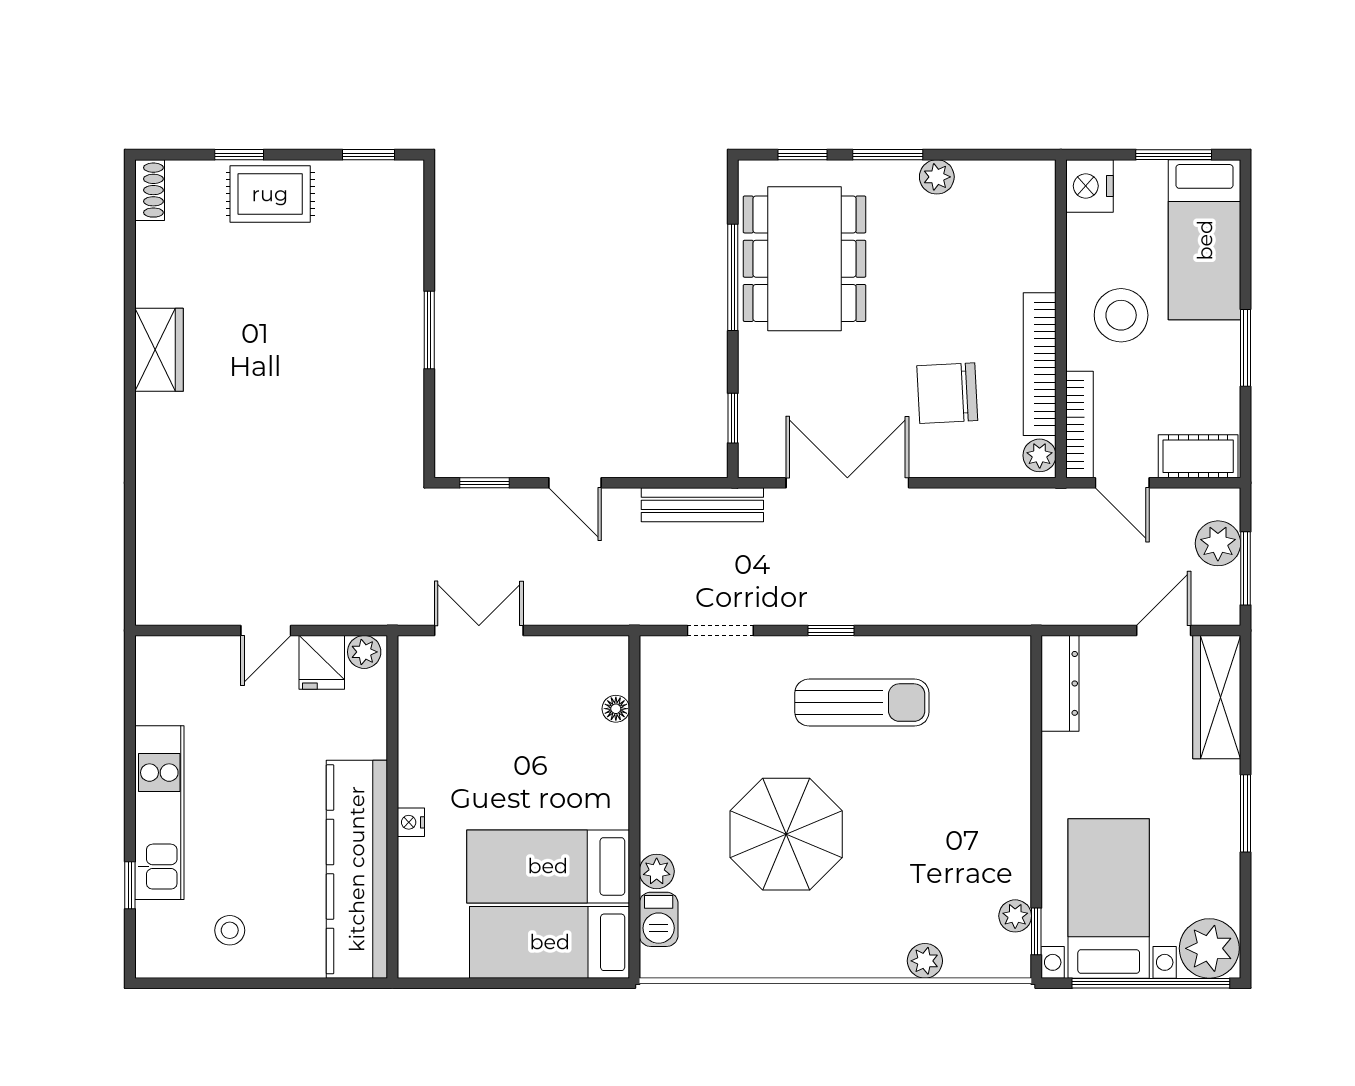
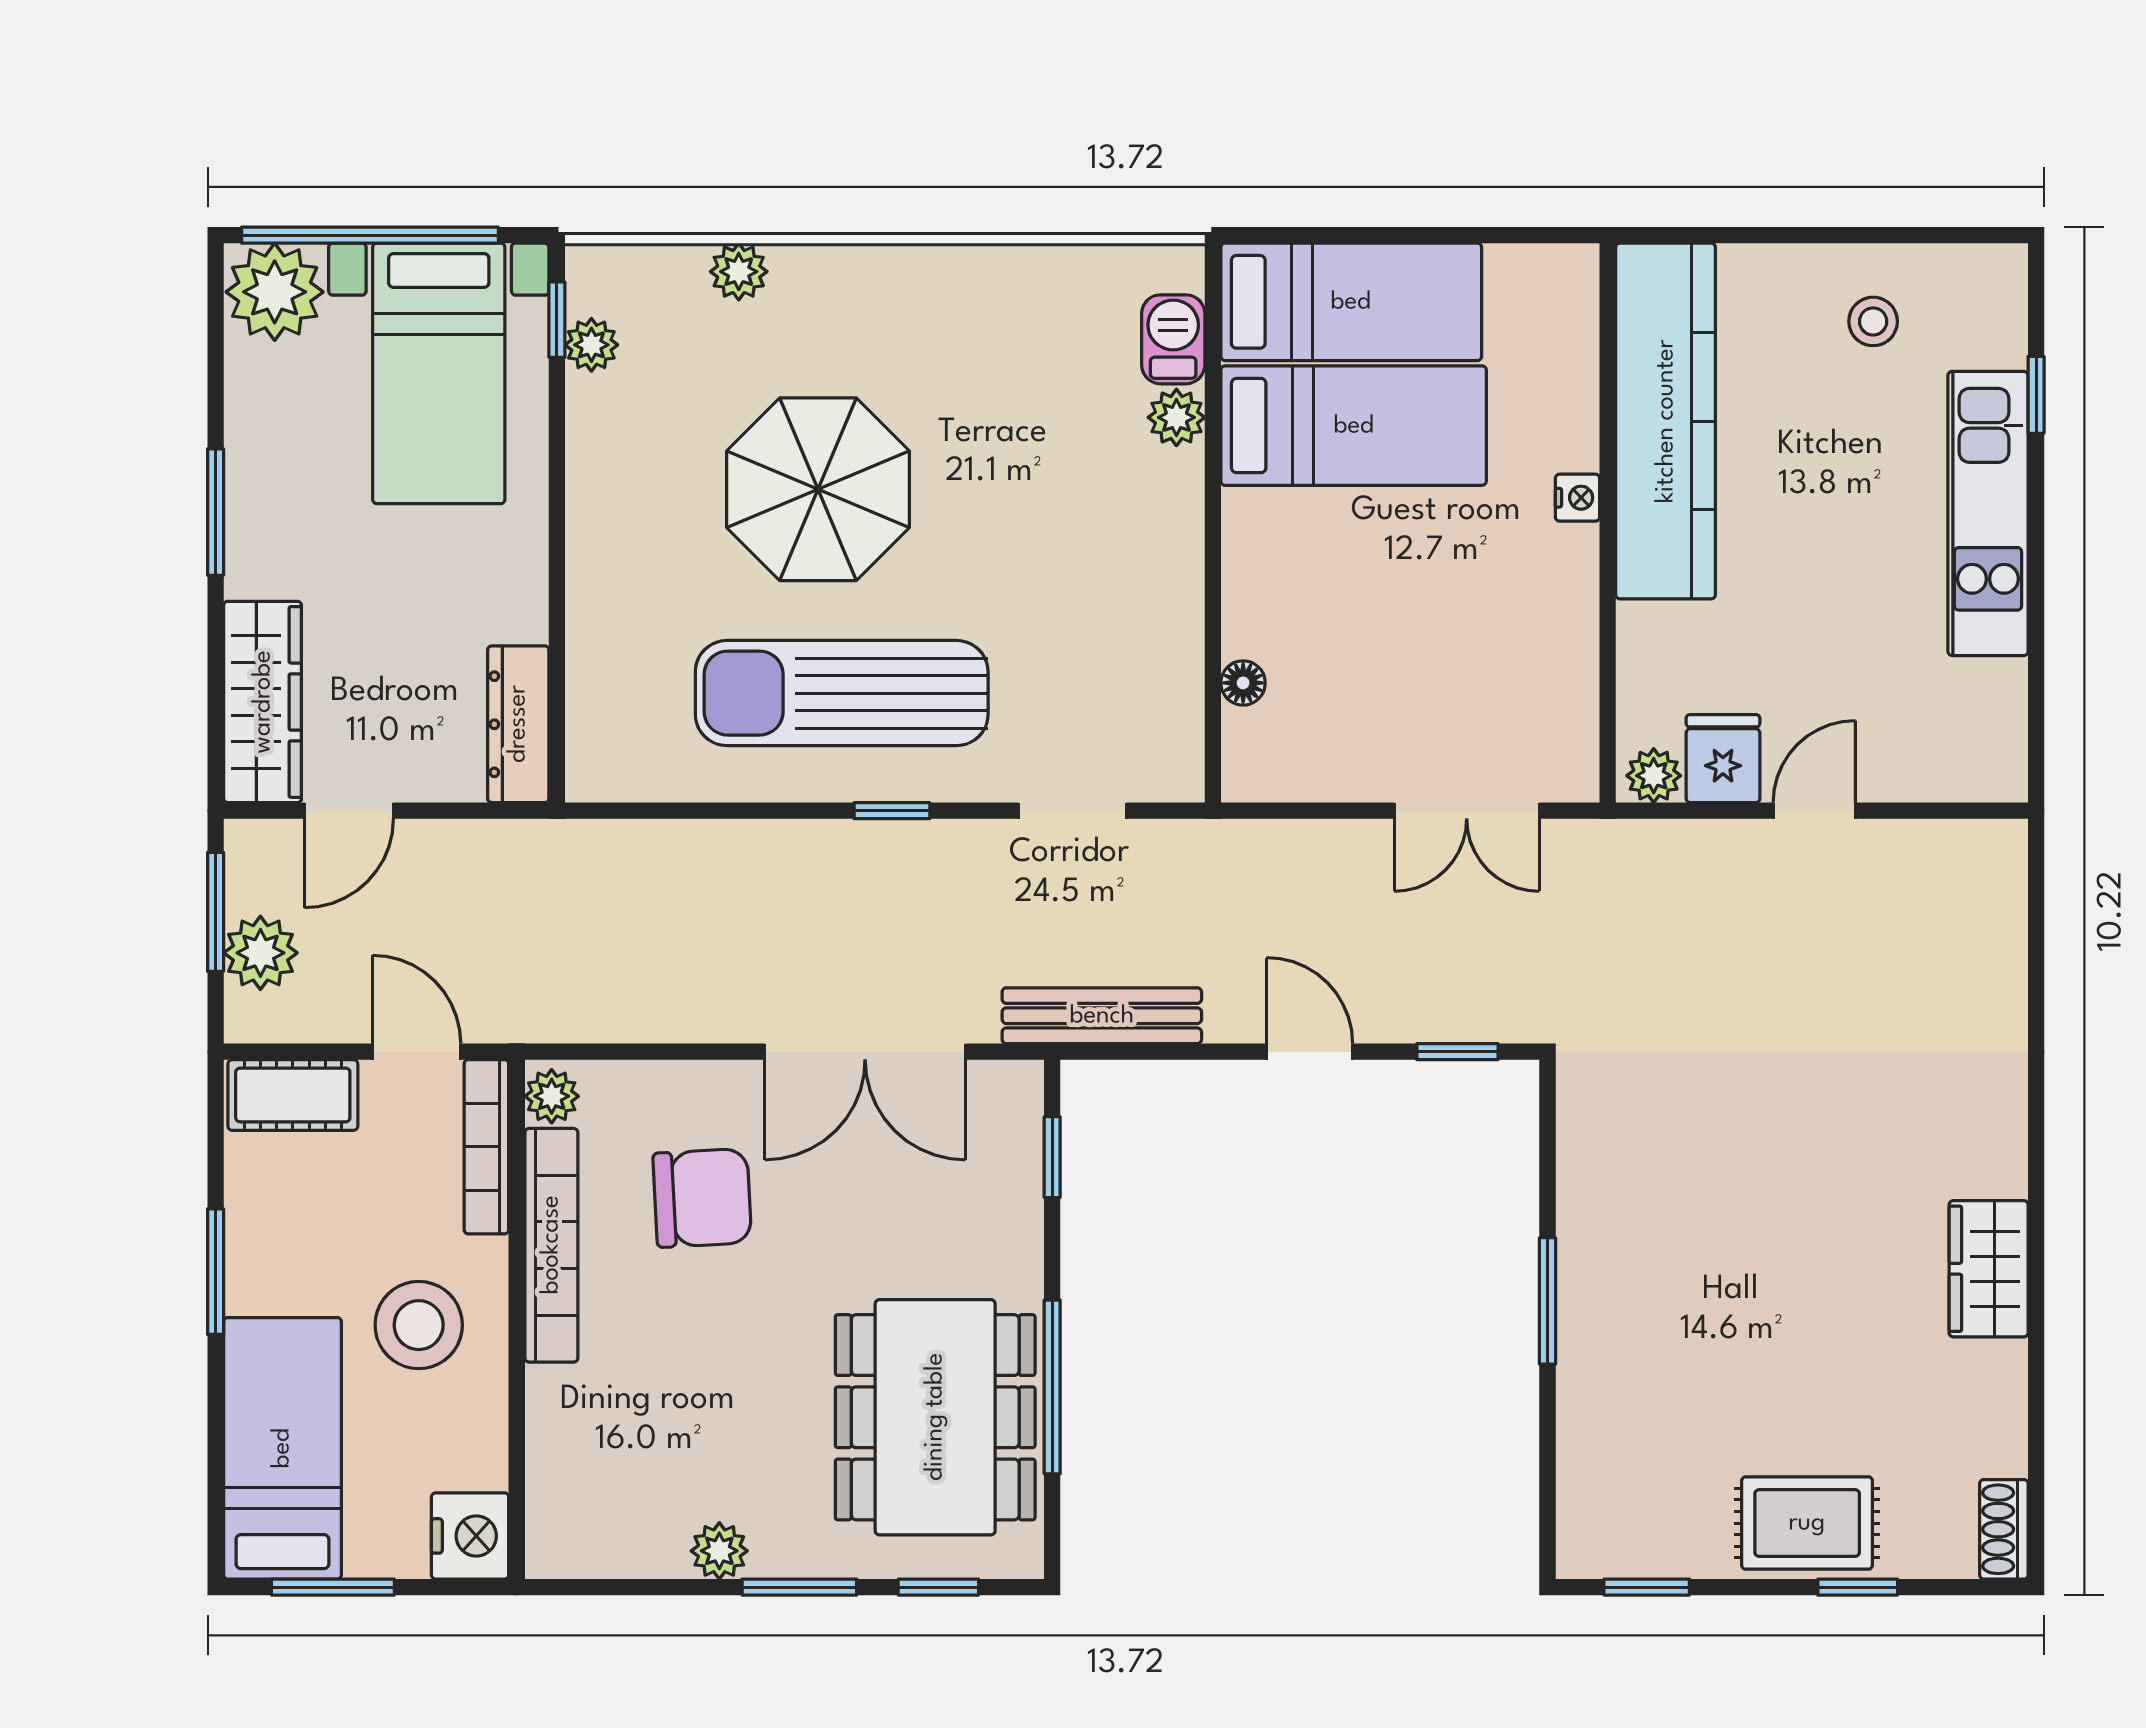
sun lounger: (862, 703) -> (842, 693), width x1.36, depth x1.34
parasol: (786, 834) -> (818, 489), moved

